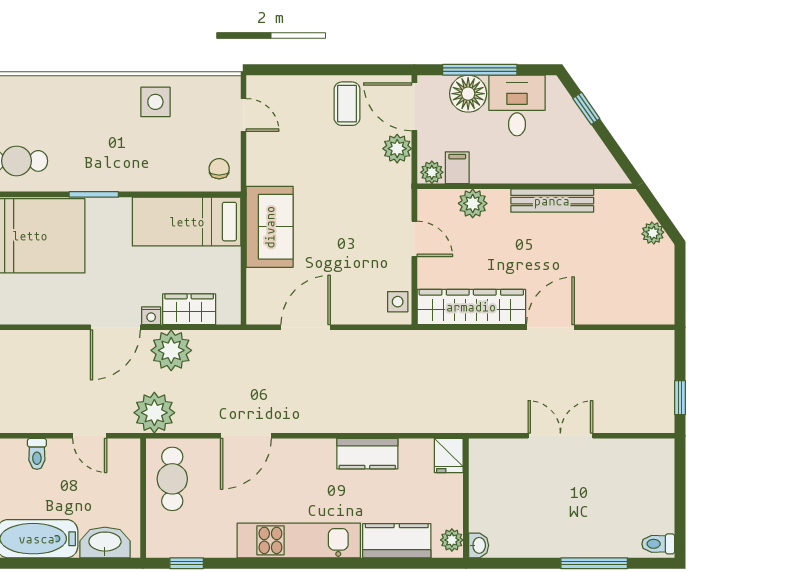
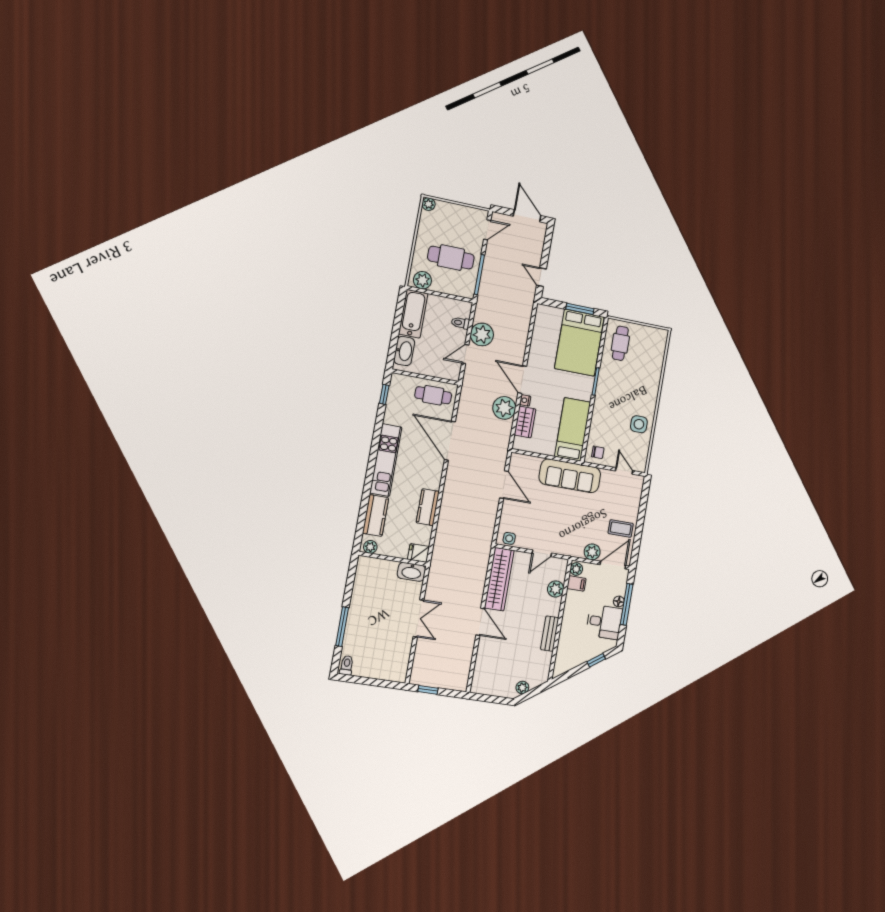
floor lamp: (468, 94) -> (619, 601), width x0.53, depth x0.53
door: (243, 115) -> (624, 471), swing flipped
bench: (552, 201) -> (550, 634), width x0.73
sofa: (270, 227) -> (570, 476), width x1.36
plant: (154, 413) -> (482, 334), moved
door: (246, 436) -> (450, 441), width x1.36
washbasin: (479, 545) -> (411, 572), moved, width x1.91, depth x1.45

